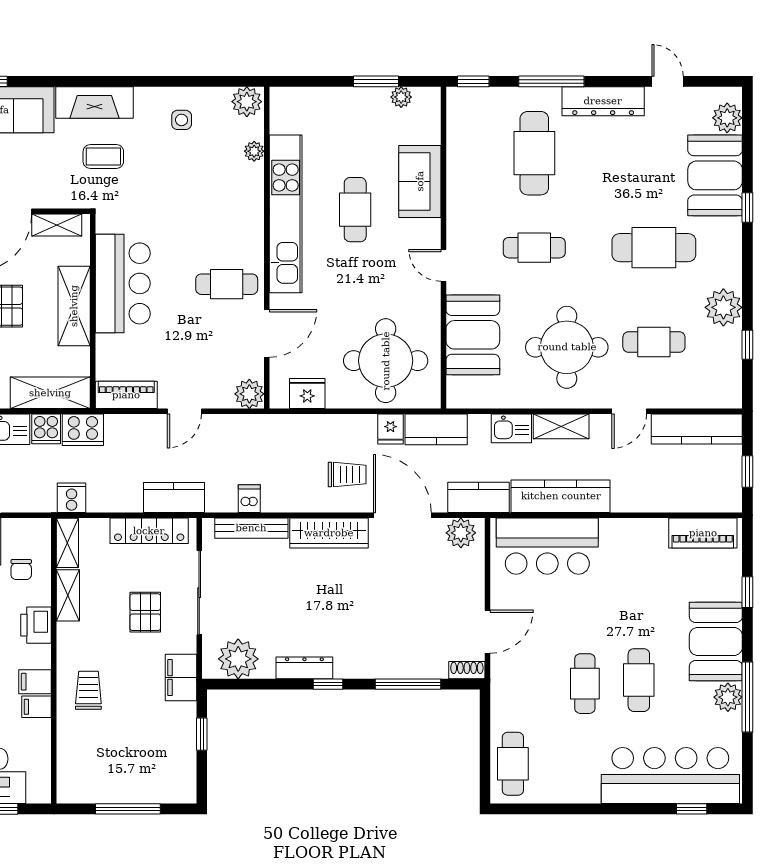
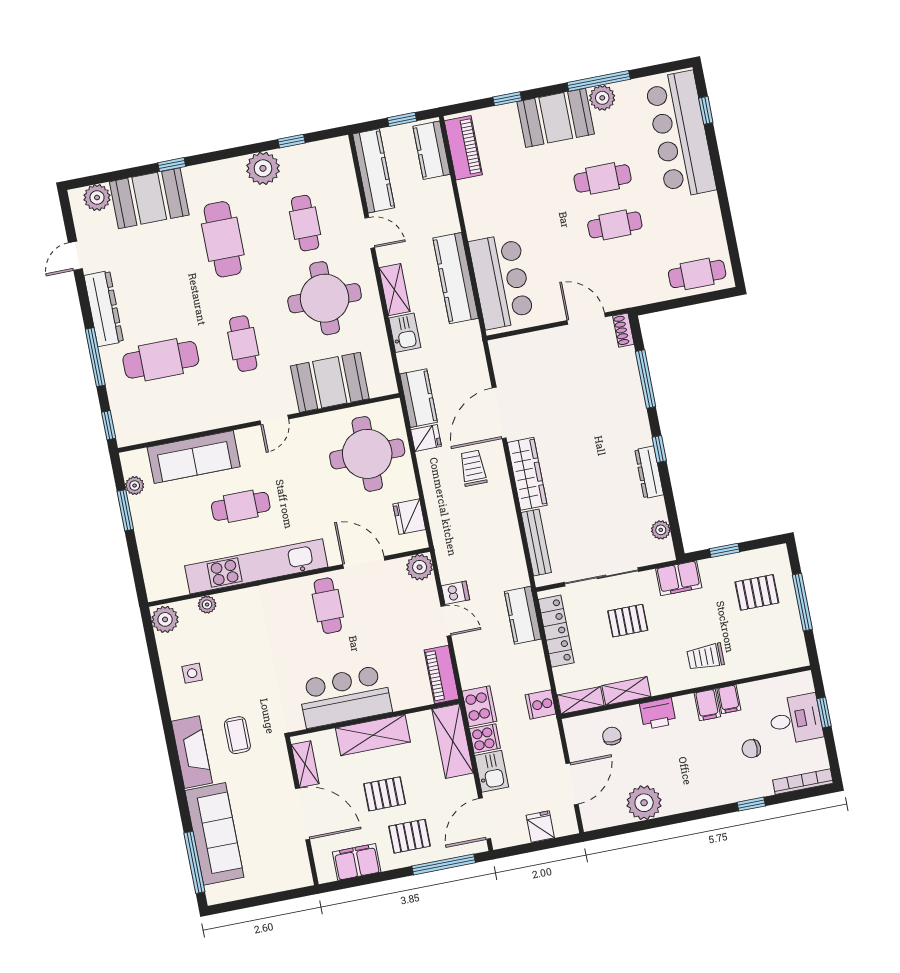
sofa: (420, 181) -> (194, 457), width x1.36
kitchen counter: (479, 497) -> (431, 150), moved
dishwasher: (249, 499) -> (455, 593), moved, turned 180
plant: (461, 533) -> (505, 359), removed
chair: (21, 570) -> (612, 736), turned -90
plant: (238, 659) -> (661, 530), width x0.53, depth x0.53
pallet: (148, 761) -> (757, 592), added

